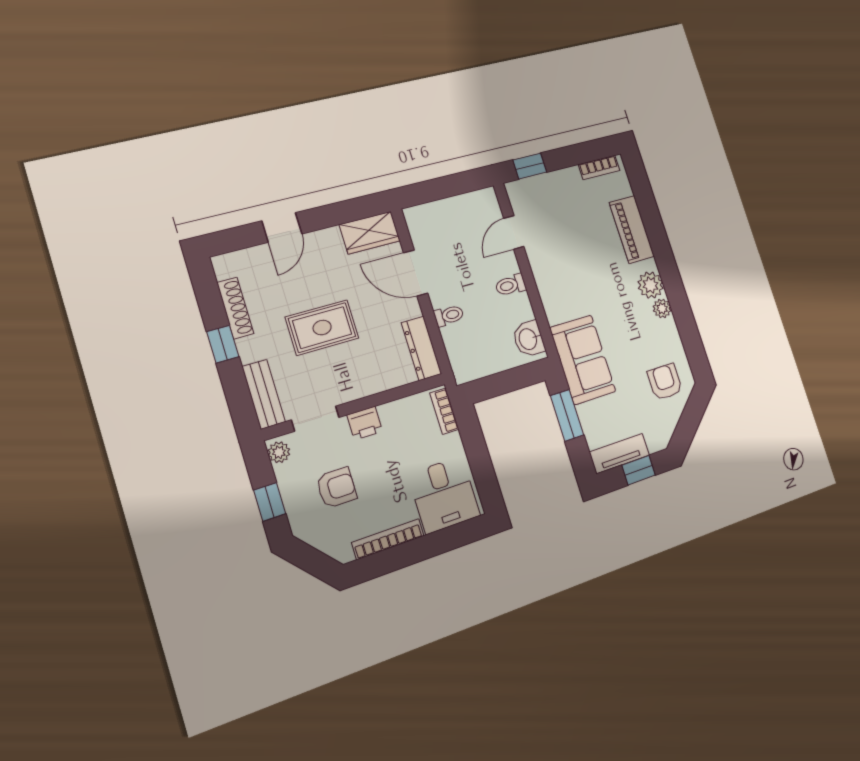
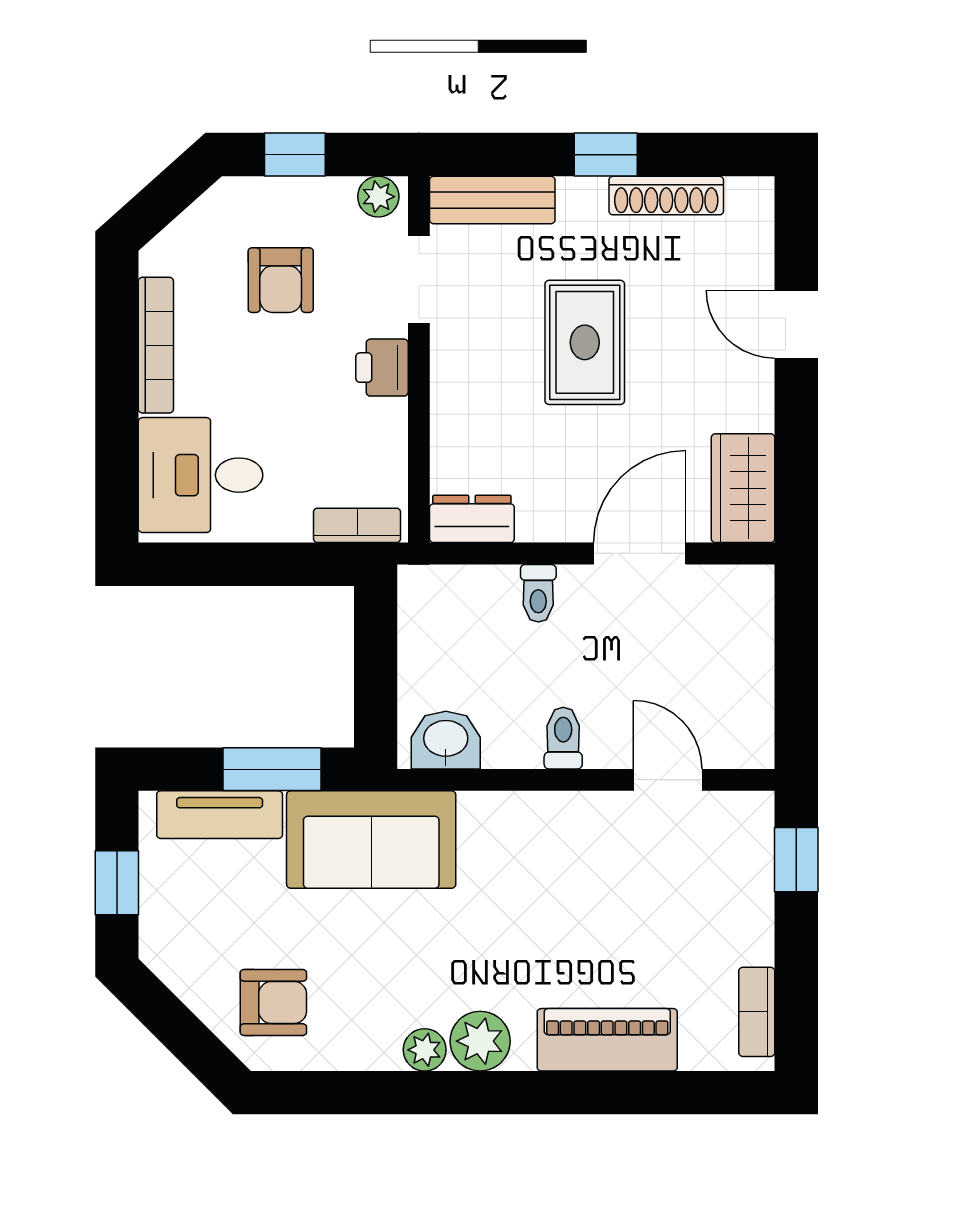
dresser: (421, 348) -> (472, 519), width x0.70
tv unit: (619, 454) -> (220, 815), moved, turned 90

